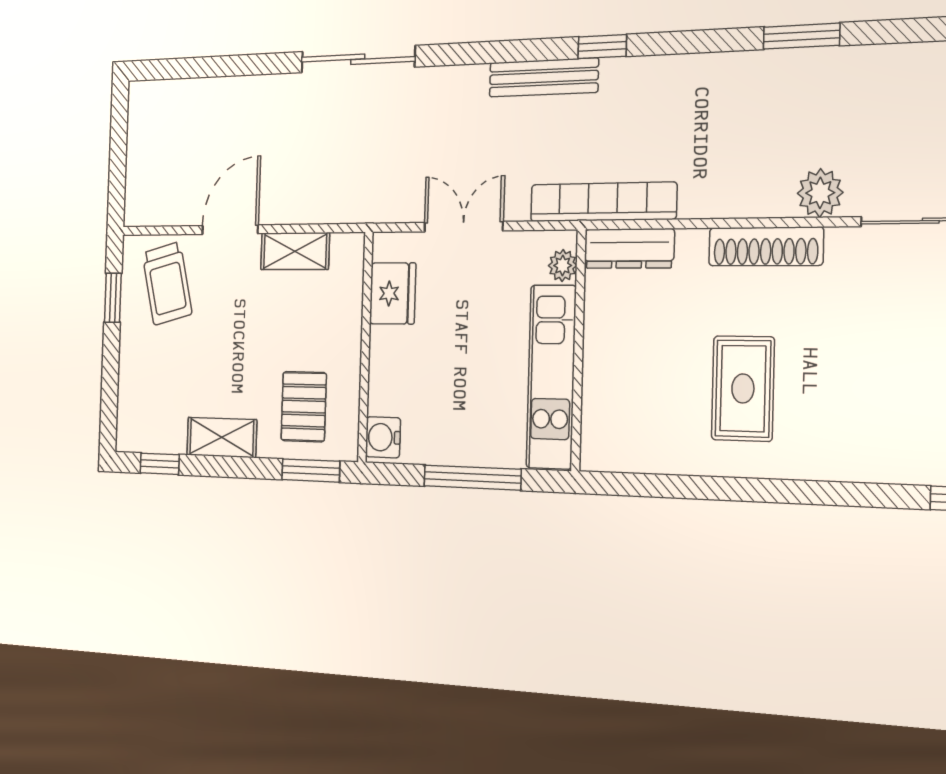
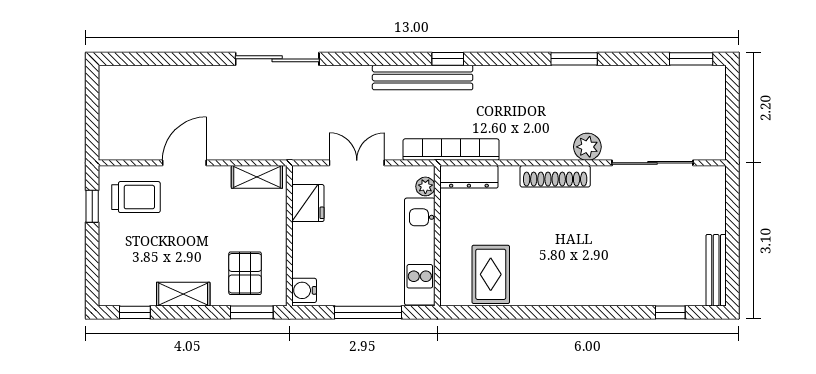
bench: (544, 77) -> (423, 78), width x1.37, depth x1.21
shelving: (295, 251) -> (257, 177), moved
trolley: (167, 283) -> (136, 197), turned -76
rug: (743, 388) -> (491, 274), moved

